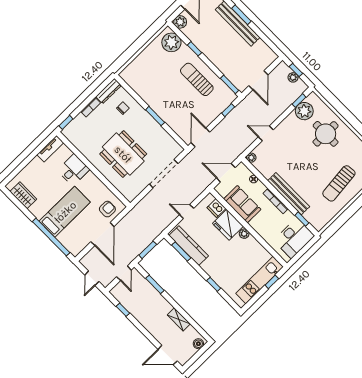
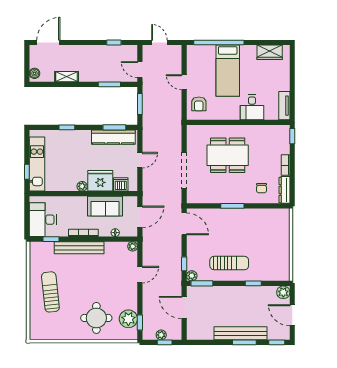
plant: (171, 42) -> (192, 276), moved, width x0.53, depth x0.53
door: (102, 234) -> (184, 82), width x0.53

